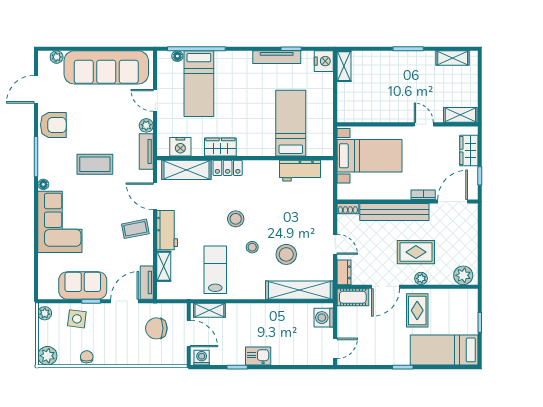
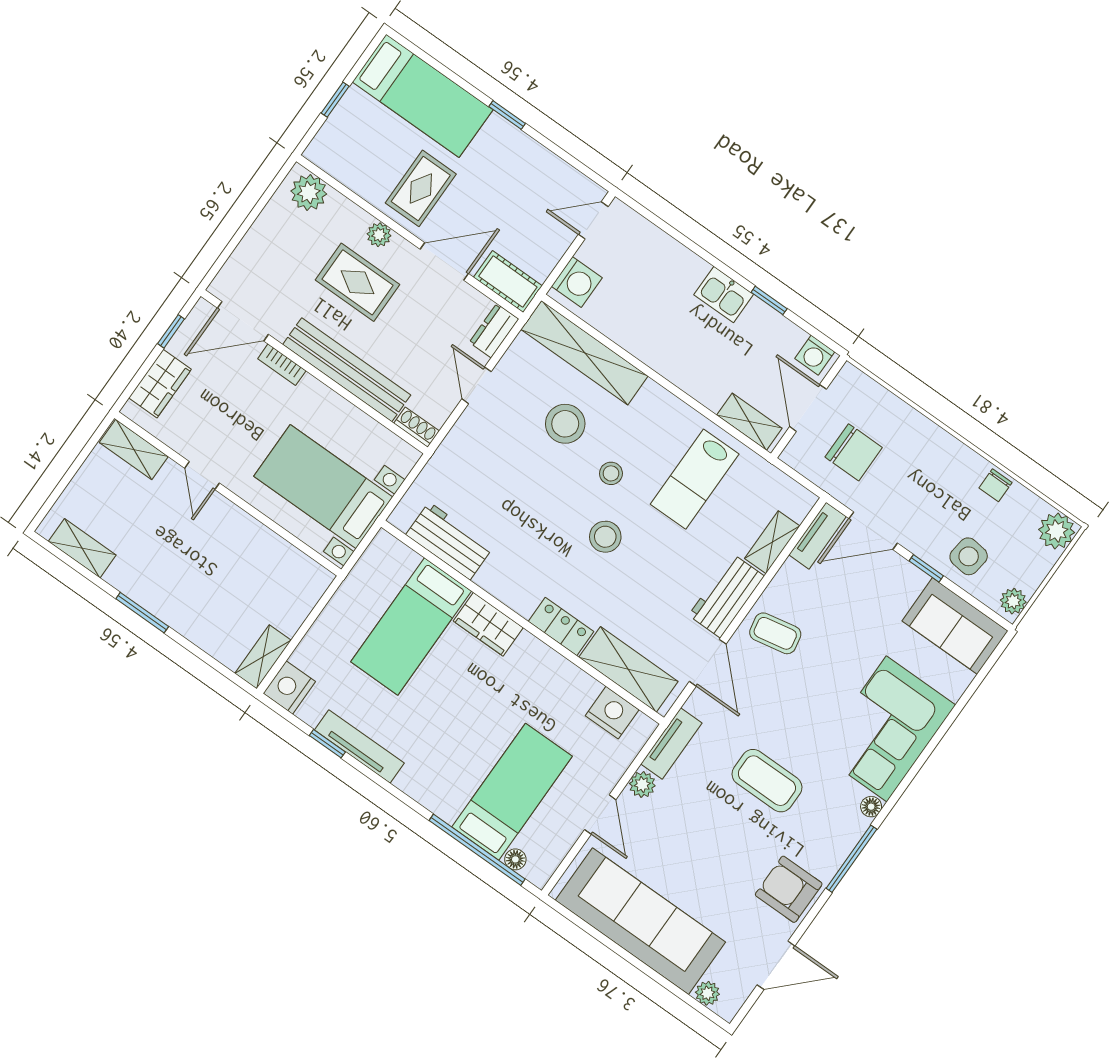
wardrobe: (220, 147) -> (488, 624), moved
sofa: (83, 285) -> (955, 626), moved

